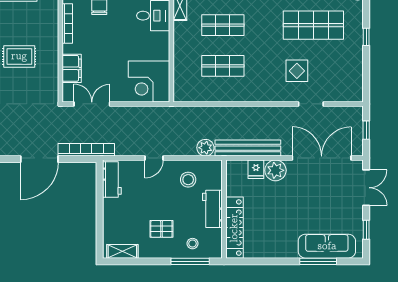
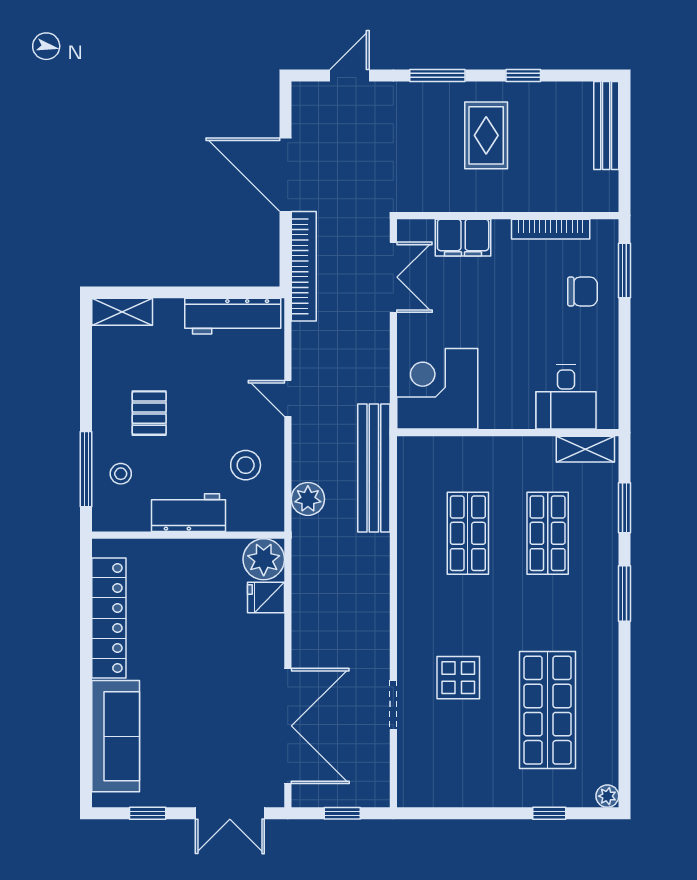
window: (366, 37) -> (549, 813), moved
bench: (248, 148) -> (374, 468), moved
plant: (275, 170) -> (264, 559), moved
workbench: (112, 179) -> (233, 316), width x1.38
locker: (234, 228) -> (109, 618), moved, turned -90
shelving: (122, 251) -> (122, 312), moved, turned 90
window: (318, 261) -> (86, 719), removed

